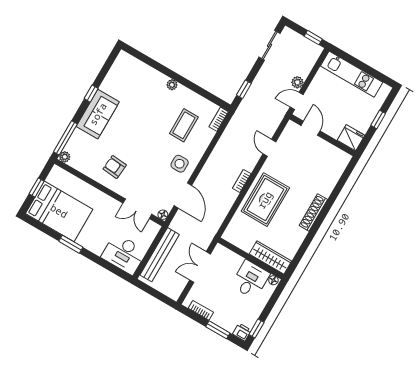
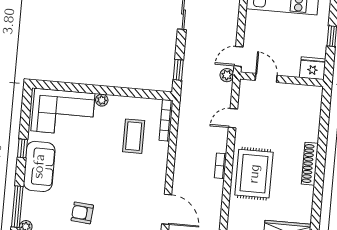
corner sofa: (137, 80) -> (63, 112), added
plant: (297, 82) -> (227, 75), moved
bookcase: (219, 119) -> (166, 120), width x1.56
door: (269, 148) -> (233, 118), hinge flipped
side table: (180, 164) -> (148, 178), removed

